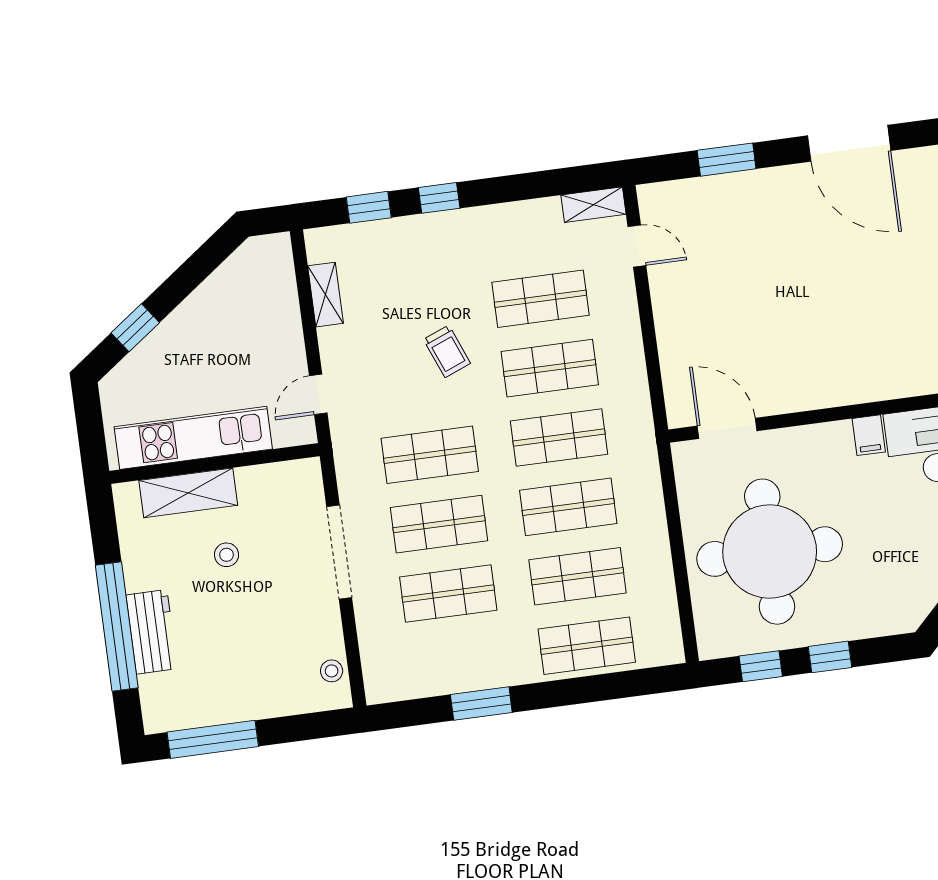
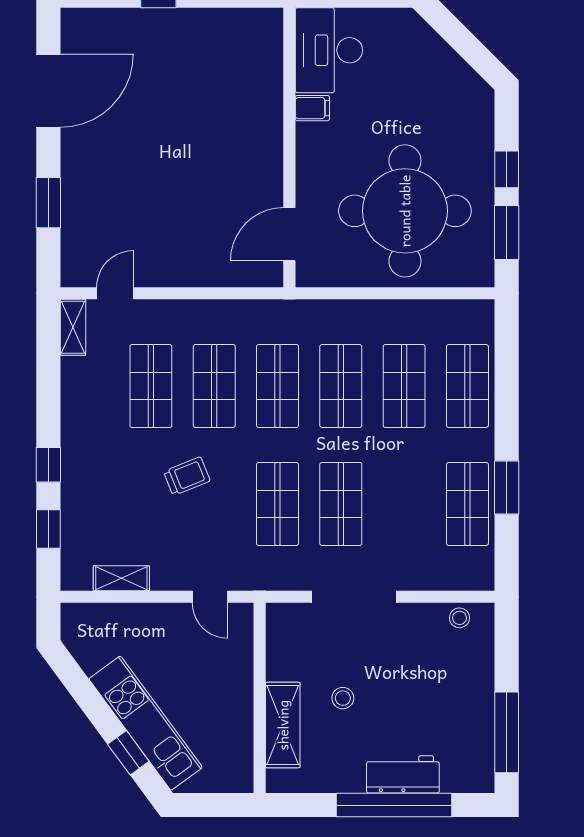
kitchen unit: (193, 438) -> (146, 723), moved, turned 144
shop shelf: (448, 594) -> (467, 504), moved
window: (761, 666) -> (507, 232), width x1.50

